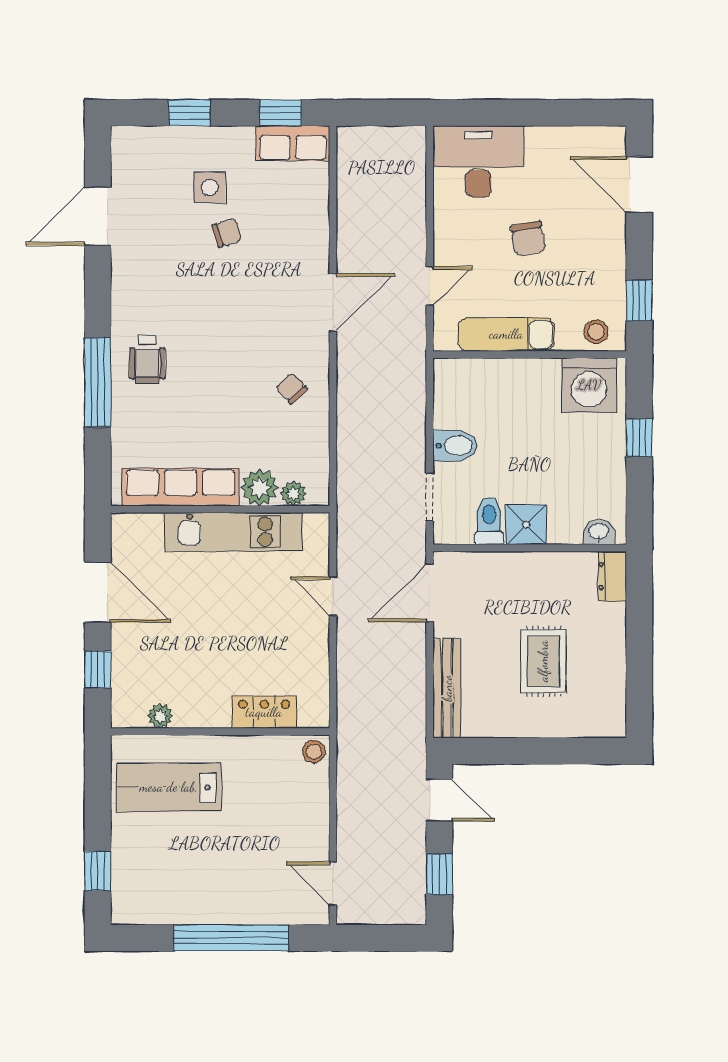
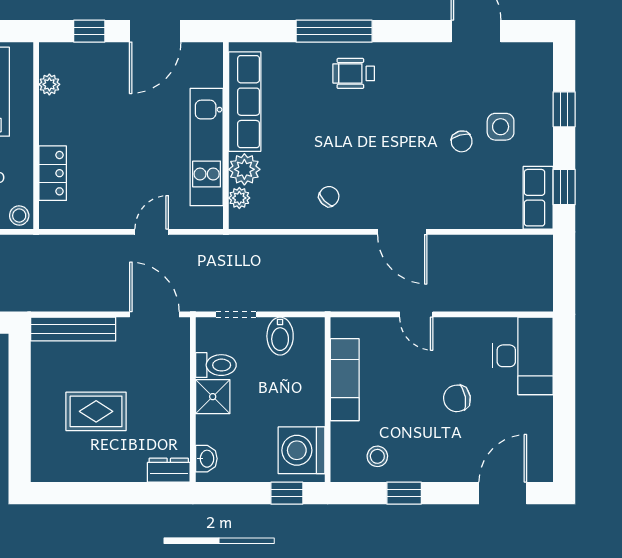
exam couch: (506, 334) -> (345, 380), moved
wall: (530, 355) -> (328, 400), moved
washing machine: (589, 385) -> (302, 450), moved

